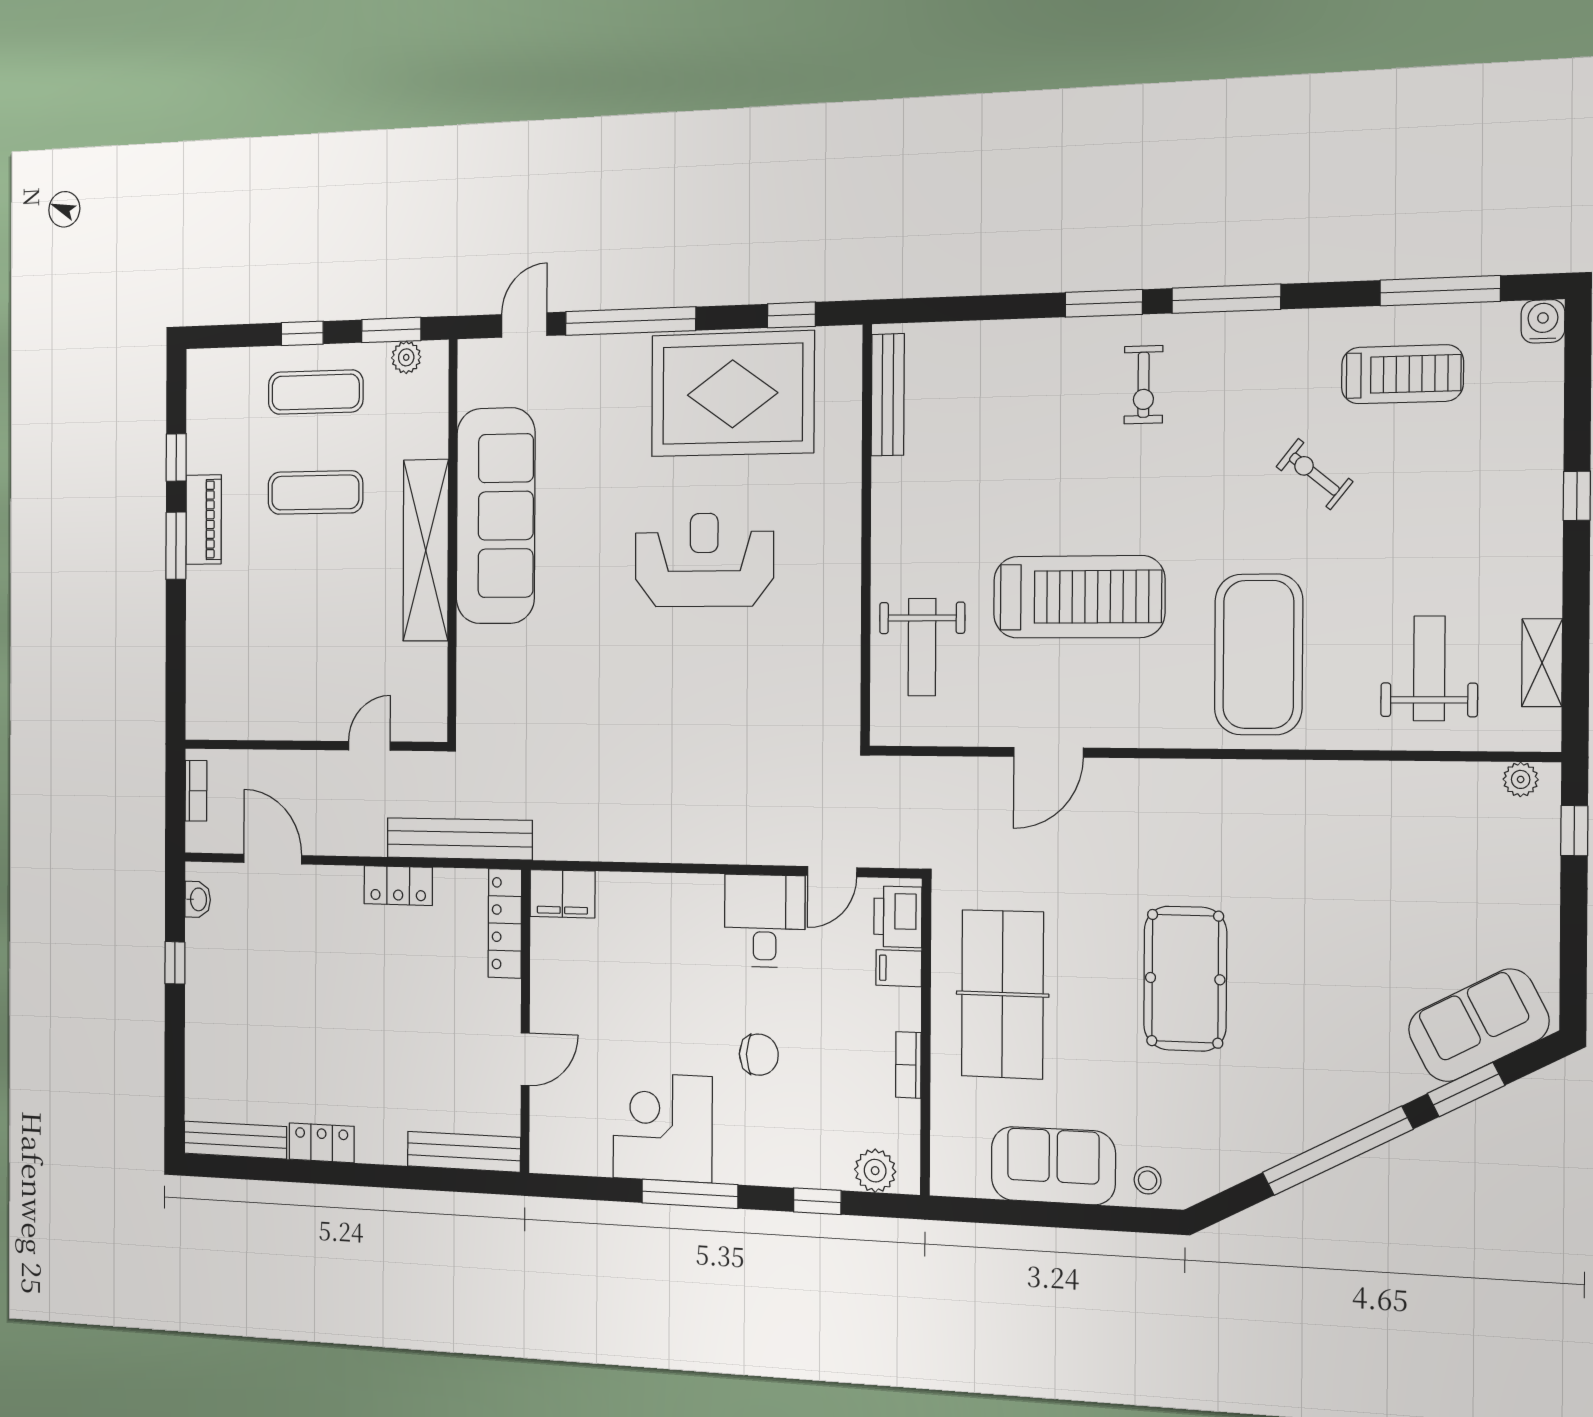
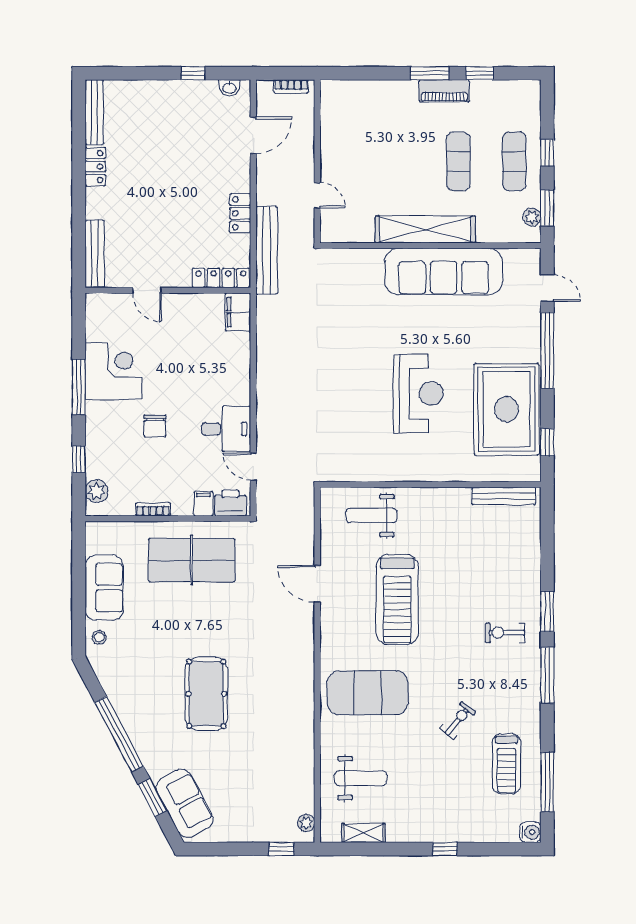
pool table: (1185, 979) -> (206, 694), moved, turned 90

